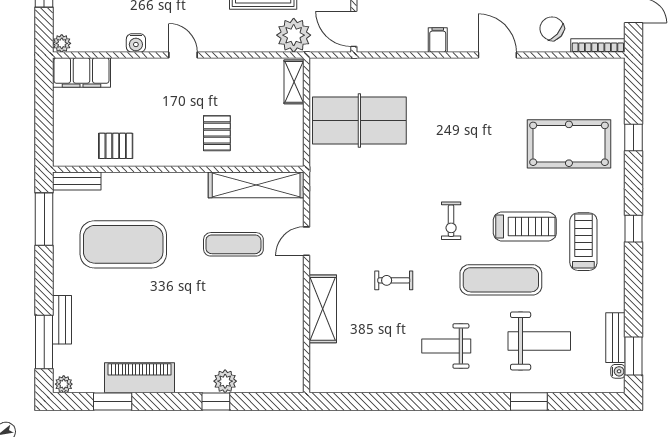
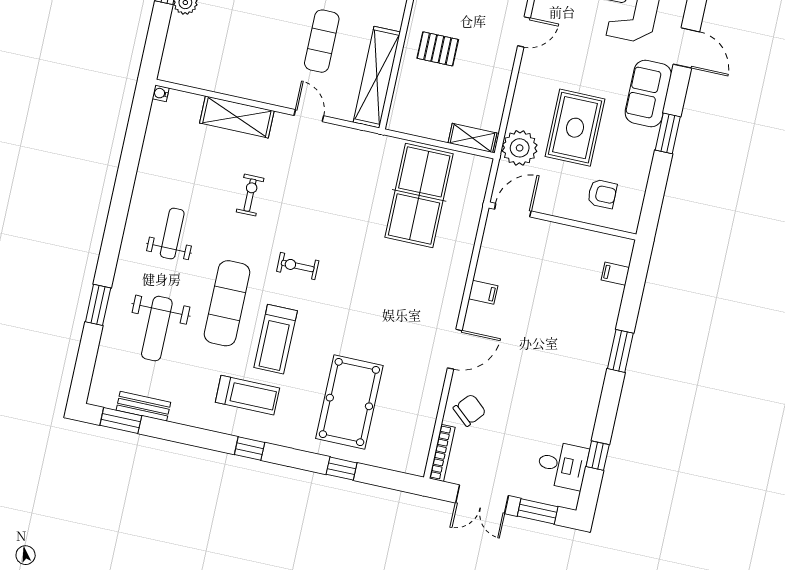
water cooler: (618, 371) -> (161, 93), moved, turned 90

